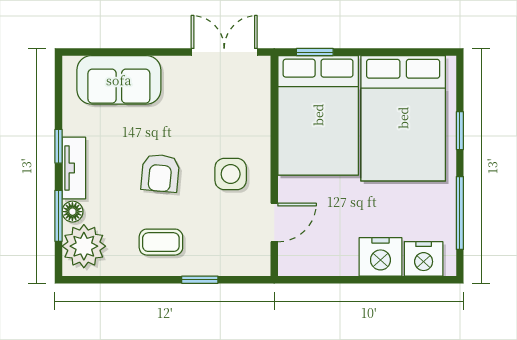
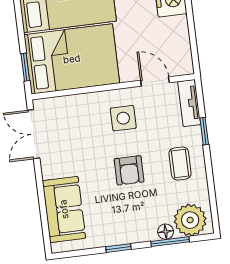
tv unit: (74, 168) -> (189, 103), moved, turned -90
armchair: (160, 173) -> (129, 170), turned 85

